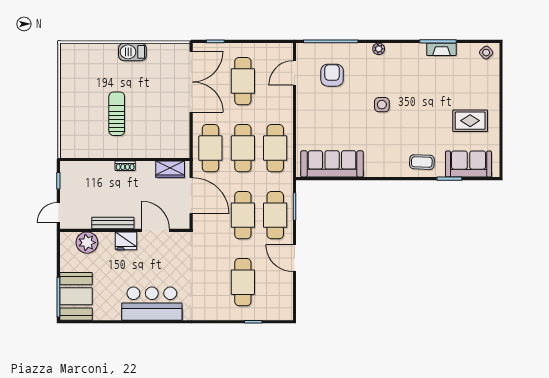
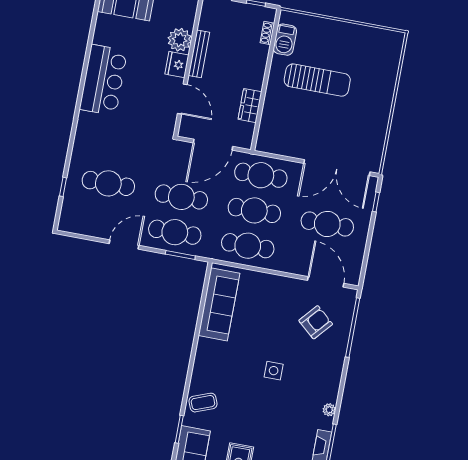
plant: (379, 49) -> (329, 410), moved
barbecue: (132, 52) -> (285, 40), moved, turned 180
door: (294, 73) -> (326, 282), width x1.36
armchair: (332, 75) -> (316, 322), turned -49
sun lounger: (117, 114) -> (317, 80), width x1.36, depth x1.34
coffee table: (422, 162) -> (203, 403), turned 67
shoe rack: (125, 166) -> (267, 33), moved
wardrobe: (170, 169) -> (250, 106), moved
door: (156, 230) -> (182, 99), hinge flipped
plant: (87, 243) -> (180, 40), moved

